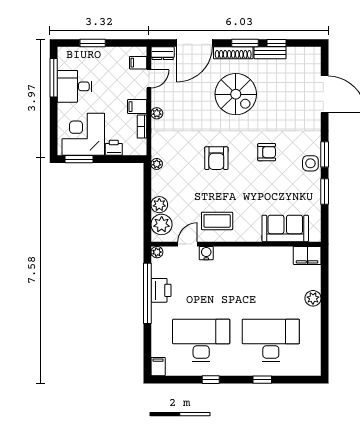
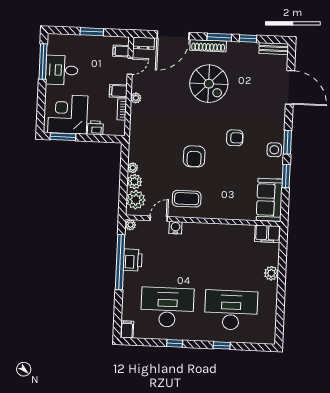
window: (93, 43) -> (92, 32), moved
bench: (270, 53) -> (274, 49), moved
armchair: (216, 158) -> (194, 156), moved
plant: (157, 164) -> (133, 168), moved
sofa: (285, 228) -> (269, 200), moved, turned -90

